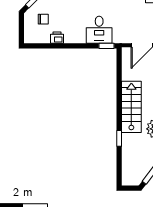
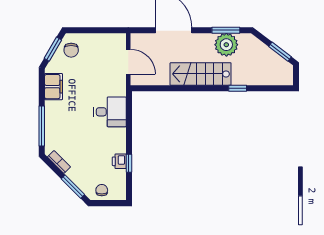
chair: (43, 19) -> (102, 190), moved
window: (106, 46) -> (129, 163), moved

